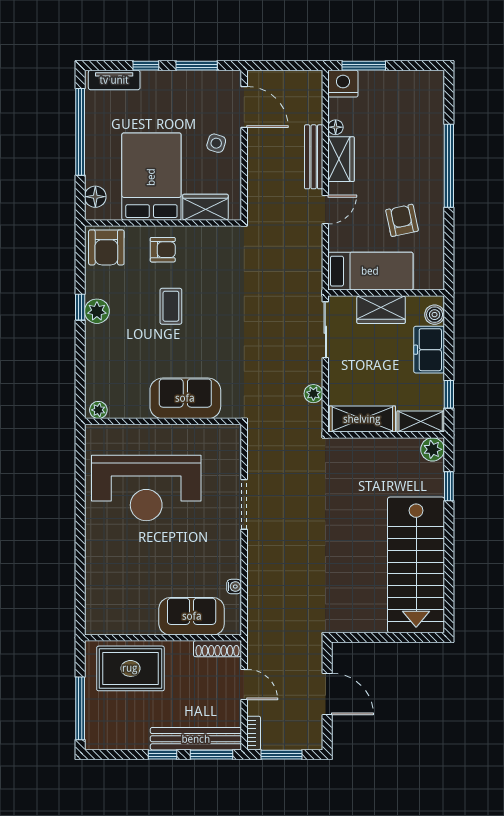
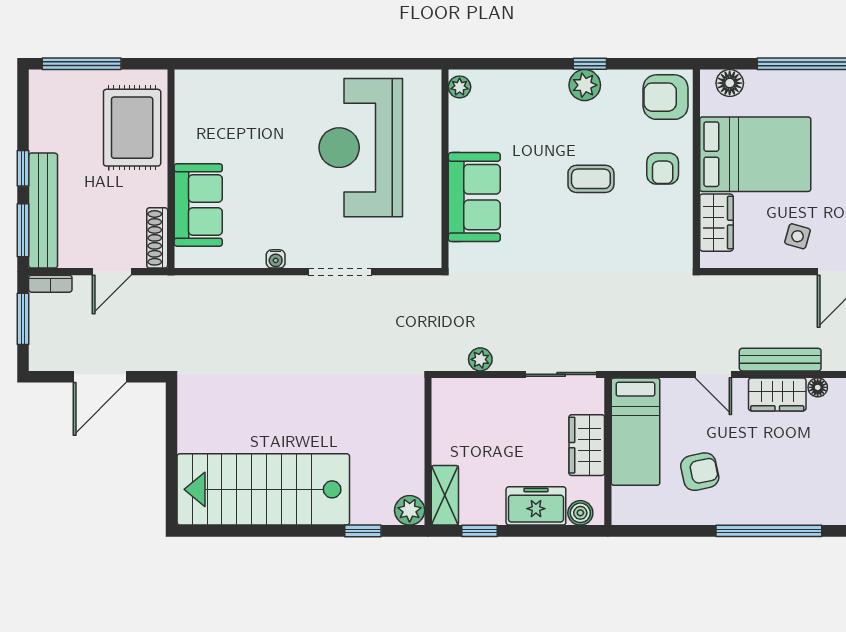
shelving: (362, 419) -> (448, 421), removed
water cooler: (234, 587) -> (276, 259), moved

